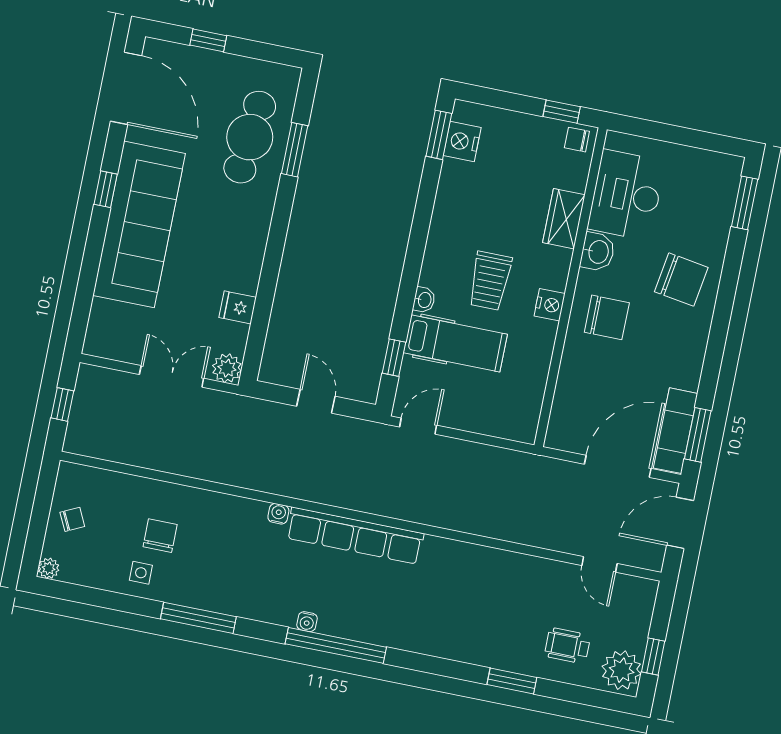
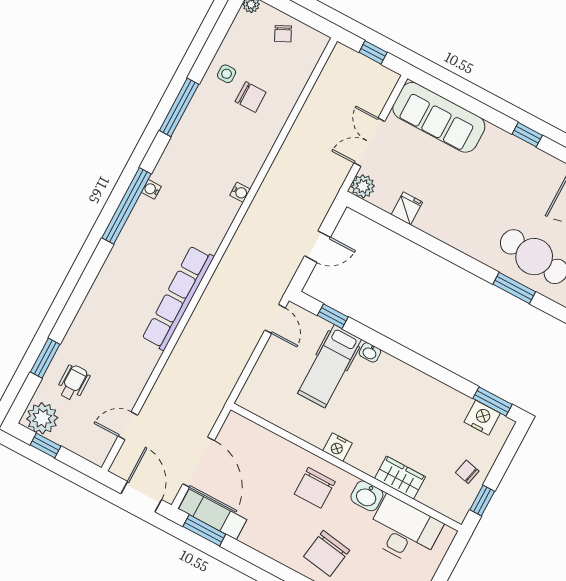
chair: (577, 140) -> (467, 472), moved, turned -77
sofa: (139, 224) -> (439, 117), moved, width x0.74, depth x0.79
trolley: (490, 281) -> (369, 407), removed
double door: (172, 376) -> (369, 142), swing flipped
row of seats: (355, 536) -> (178, 298), moved
window: (512, 681) -> (45, 358), moved

